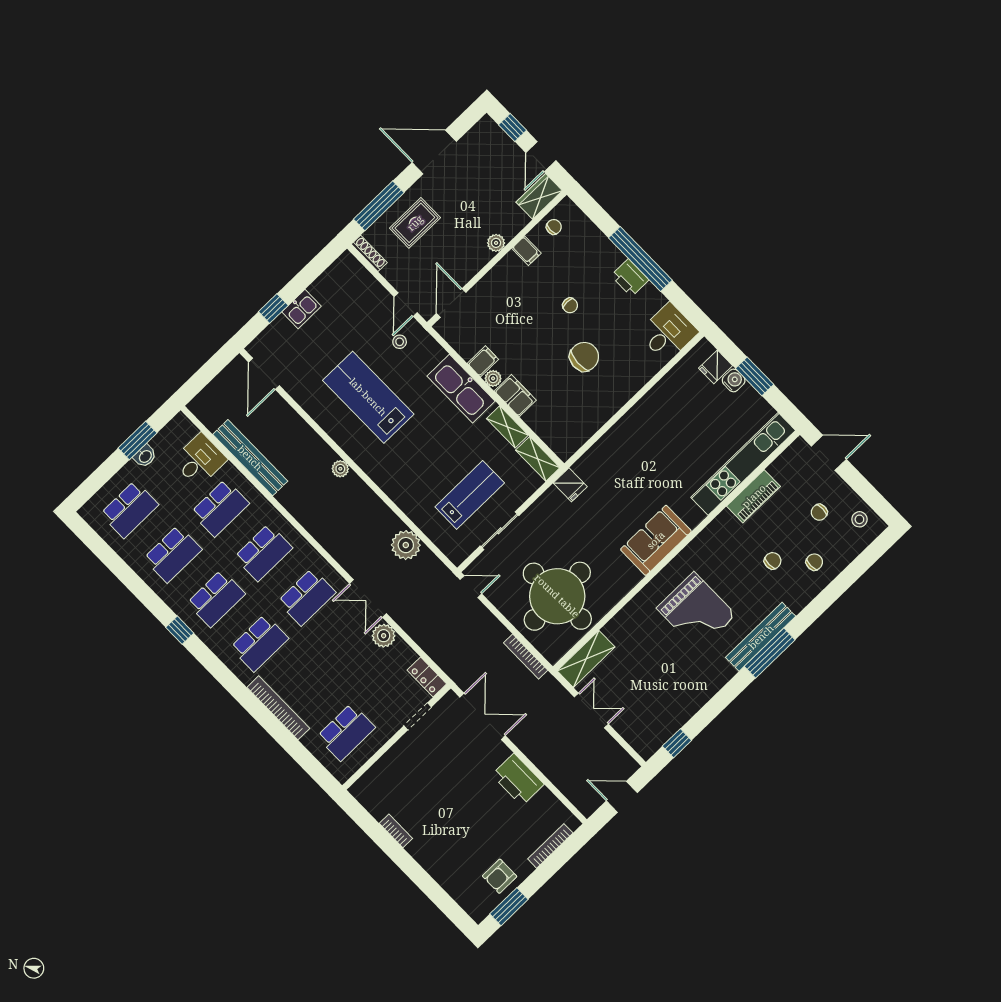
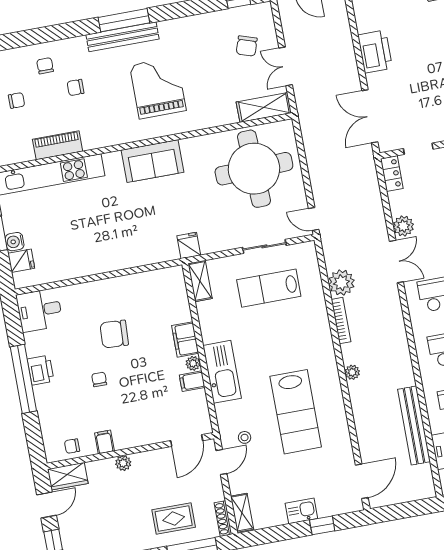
shelving: (507, 427) -> (242, 513), moved
chair: (814, 562) -> (45, 66), turned 90
bookcase: (526, 657) -> (341, 321), moved
chair: (640, 705) -> (247, 46), added

